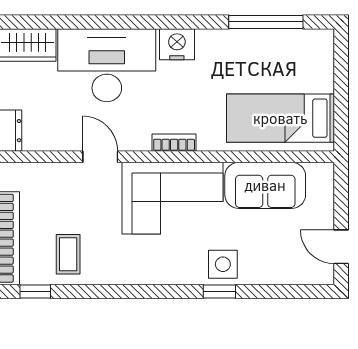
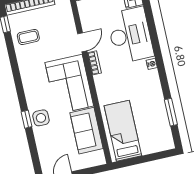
window: (266, 22) -> (171, 112), width x0.69
nightstand: (177, 44) -> (152, 64), width x0.53, depth x0.56
bookcase: (174, 143) -> (94, 63), moved

